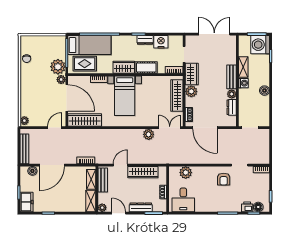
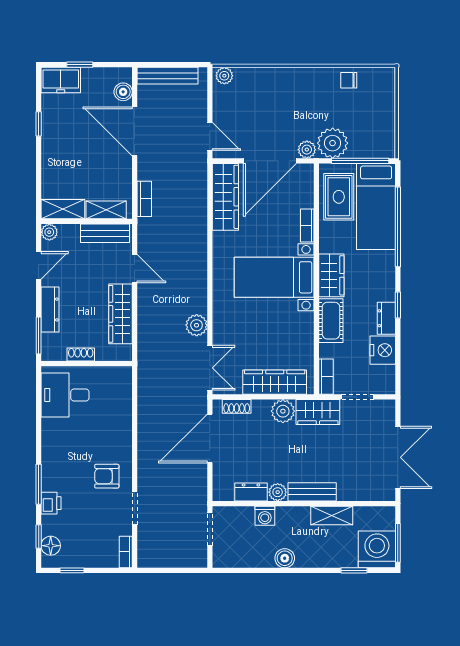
washing machine: (243, 83) -> (265, 516), moved
plant: (186, 173) -> (120, 400), removed
printer: (247, 207) -> (51, 503), moved

